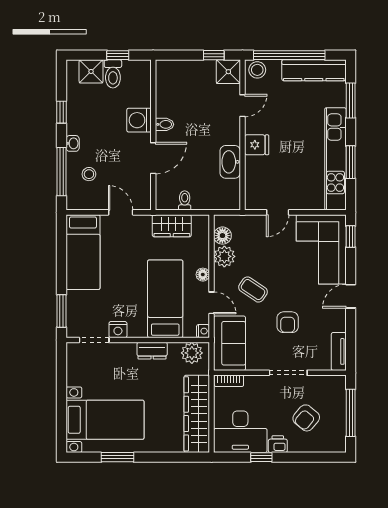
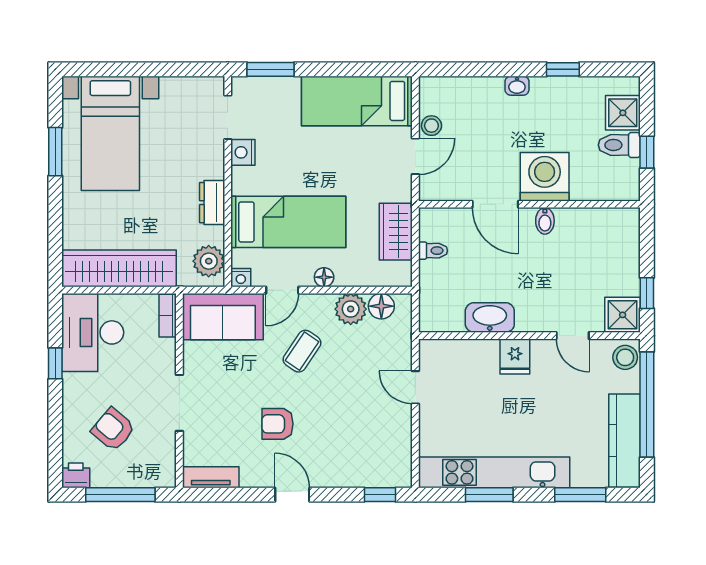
washing machine: (139, 120) -> (545, 177), width x1.37, depth x1.37
window: (62, 172) -> (476, 69), removed
stool: (89, 174) -> (431, 126), moved
corner sofa: (321, 249) -> (361, 451), removed
armchair: (288, 322) -> (277, 424), moved
printer: (278, 444) -> (76, 475), moved, turned -90

